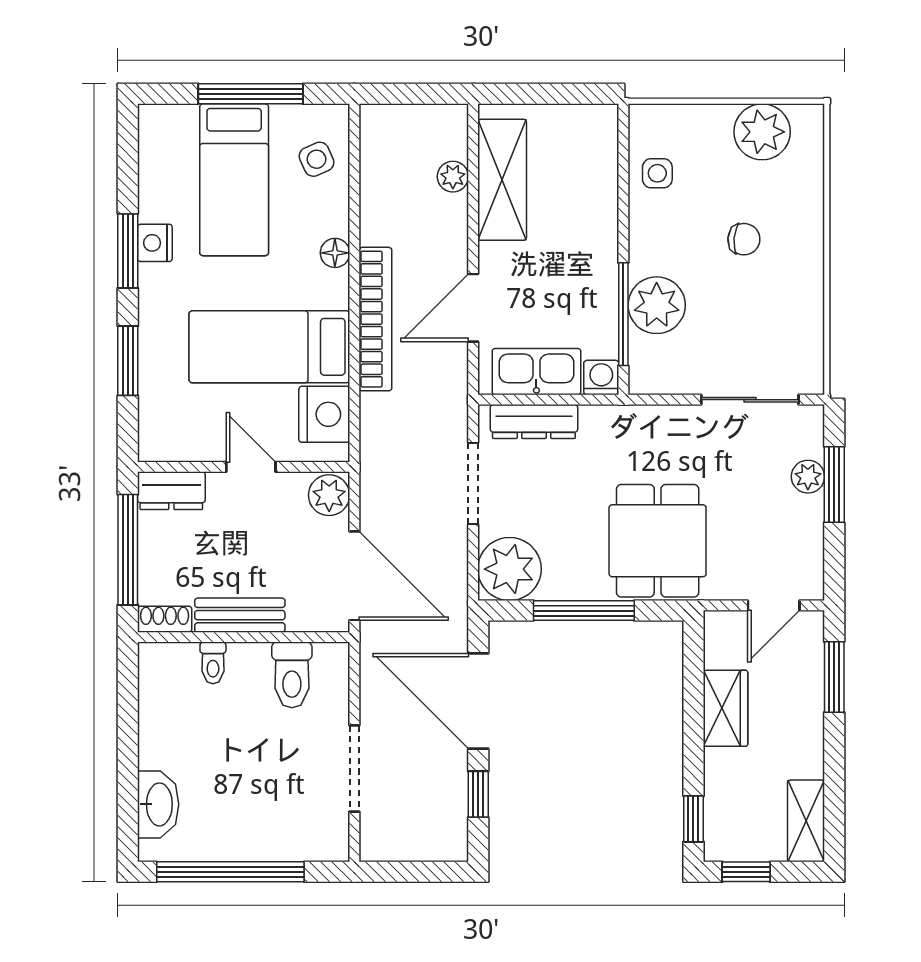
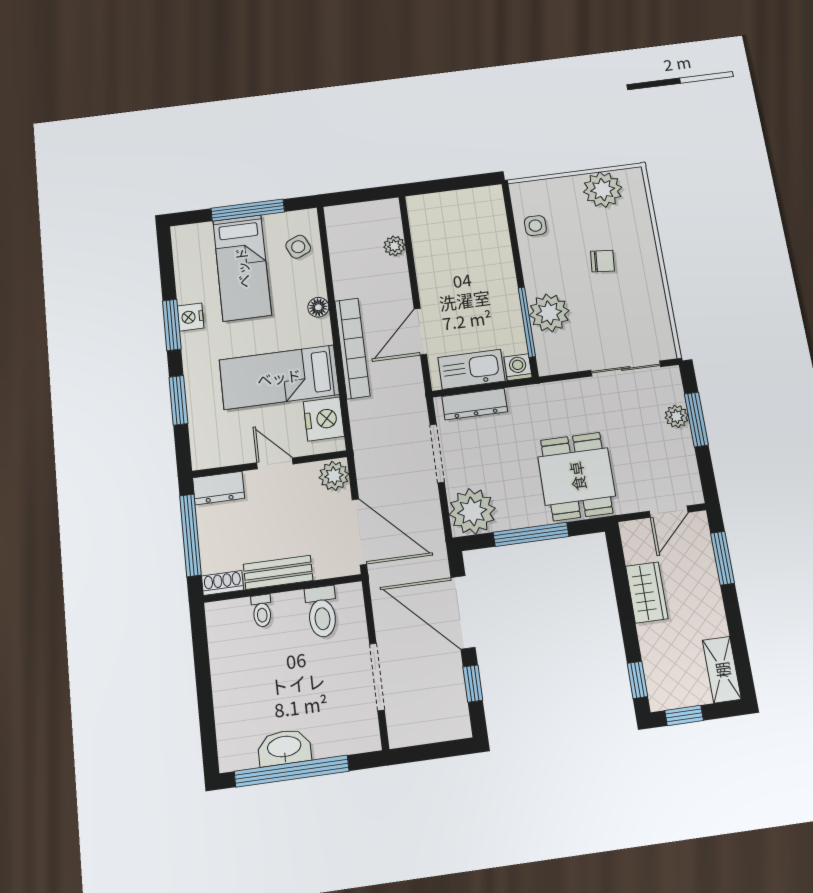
shelving: (502, 180) -> (429, 244), removed
washbasin: (158, 804) -> (284, 748), moved, turned -90

